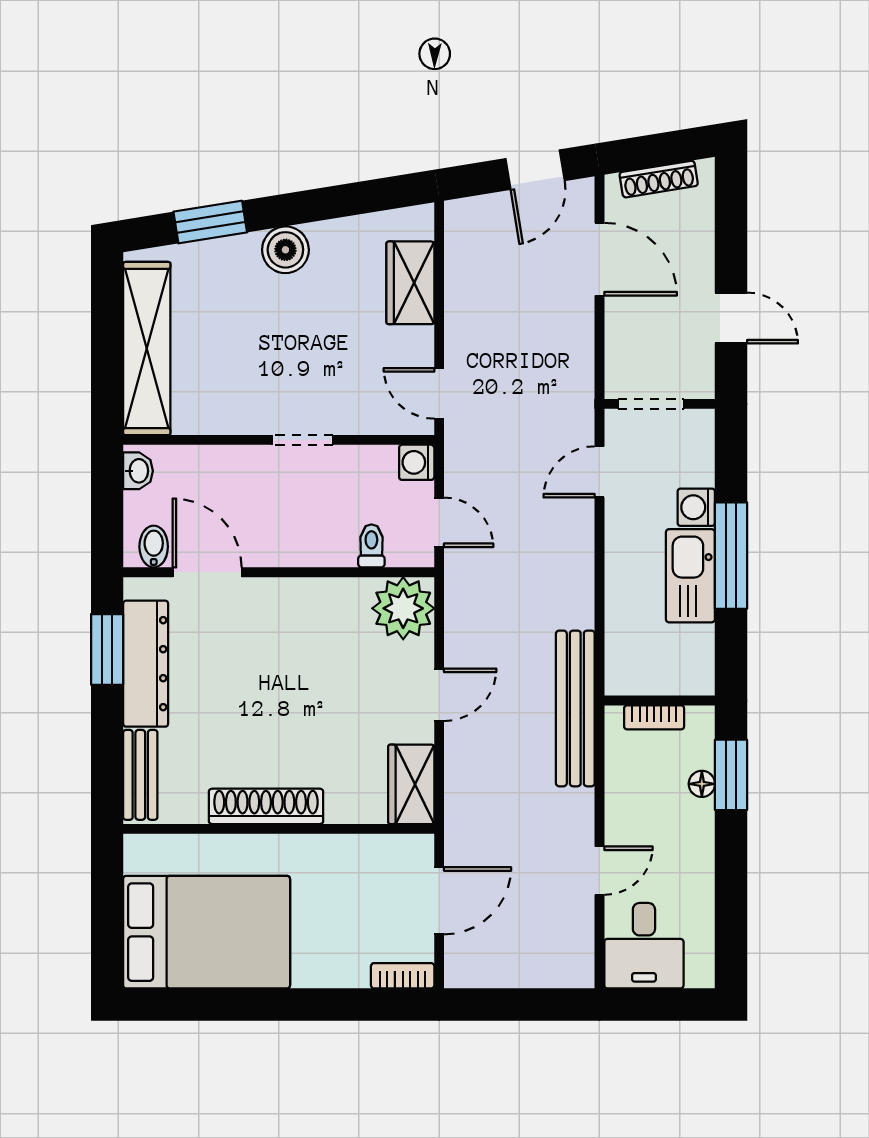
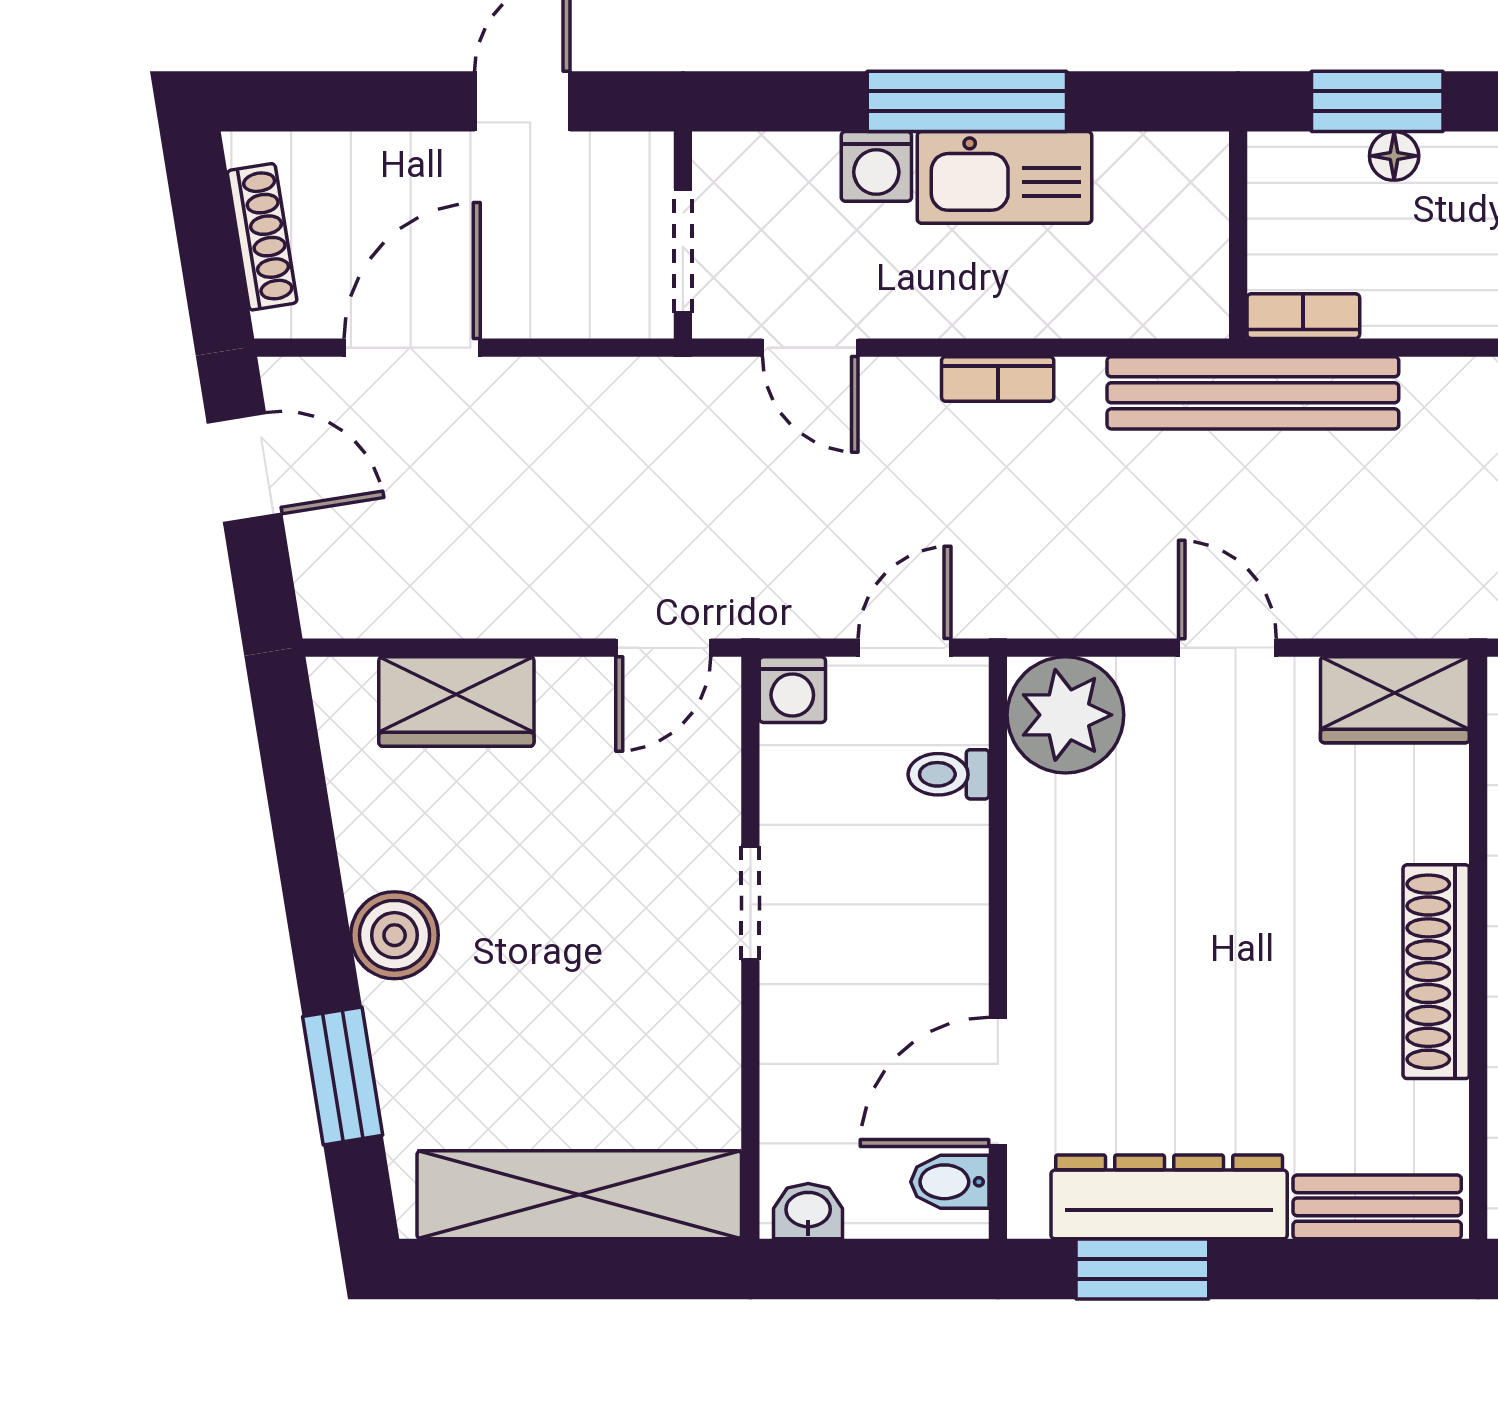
bookcase: (583, 572) -> (998, 379), added
bookcase: (654, 717) -> (1303, 316), moved, turned -90

